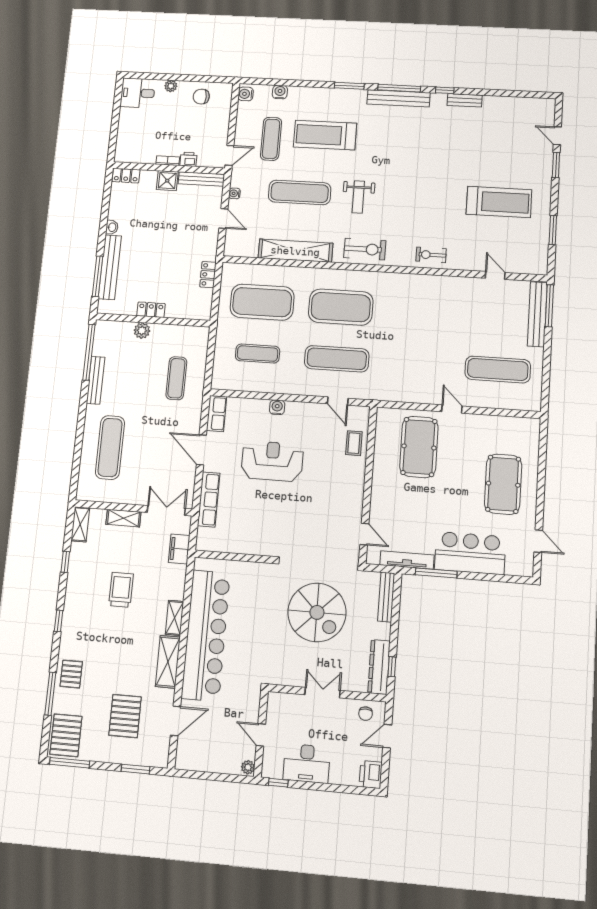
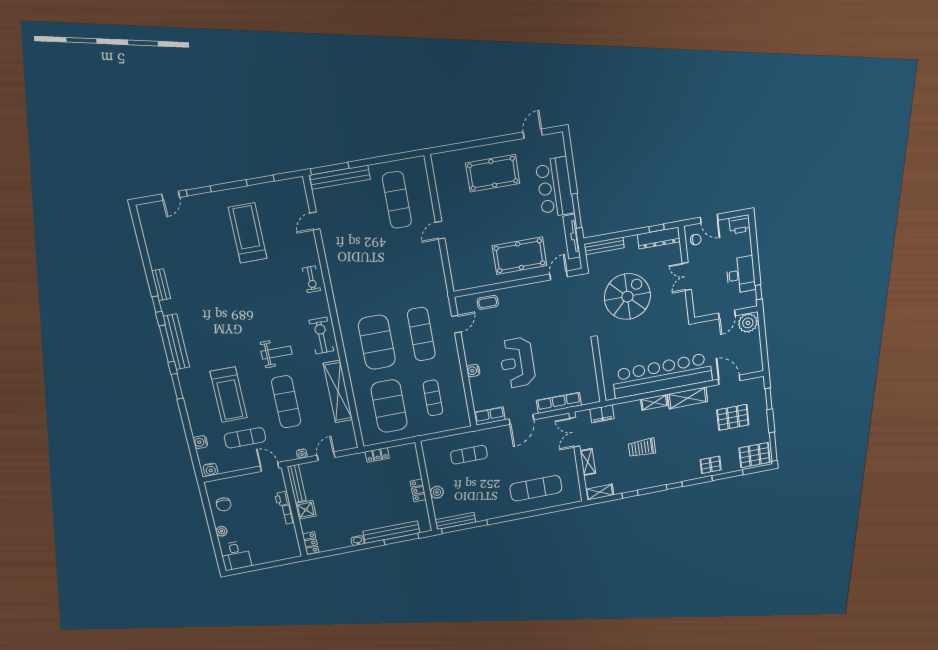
bench: (96, 380) -> (455, 521), moved
pool table: (419, 447) -> (520, 256), moved
plant: (248, 767) -> (748, 323), width x1.87, depth x1.87

